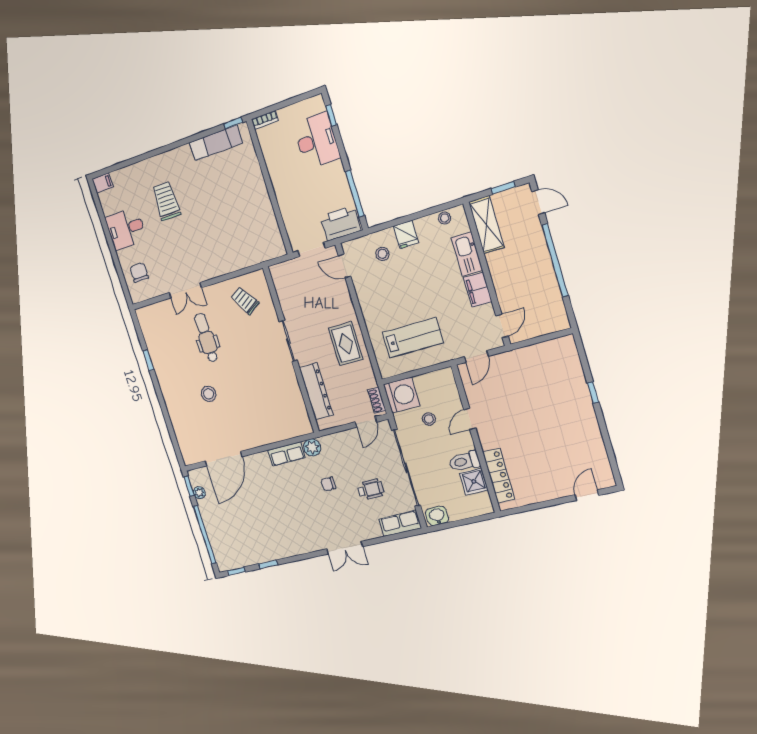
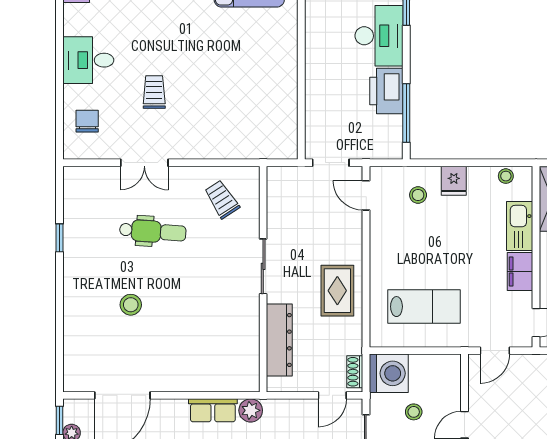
trolley: (166, 201) -> (154, 92), moved, width x0.73, depth x0.72
printer: (341, 224) -> (386, 91), moved, turned -90
dental chair: (206, 338) -> (153, 231), turned 94

